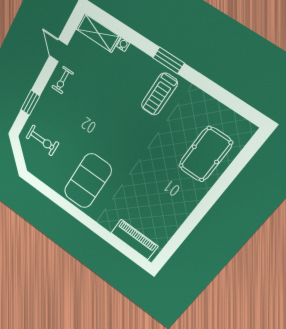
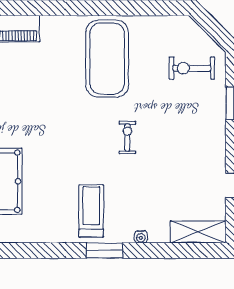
water cooler: (123, 45) -> (141, 237), moved
exercise bike: (63, 80) -> (127, 137), moved

